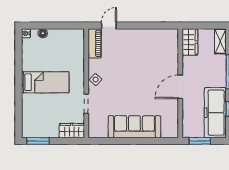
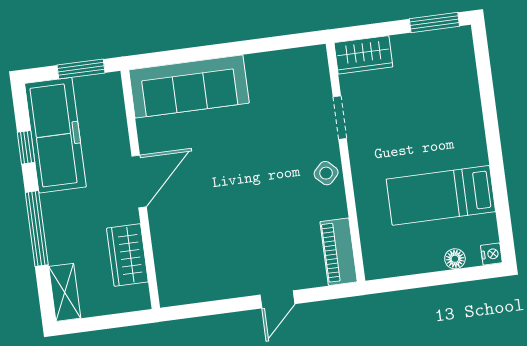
door: (109, 26) -> (277, 299), moved
wardrobe: (190, 42) -> (127, 255), moved
bed: (45, 82) -> (441, 195), moved
sofa: (134, 127) -> (189, 86), moved

